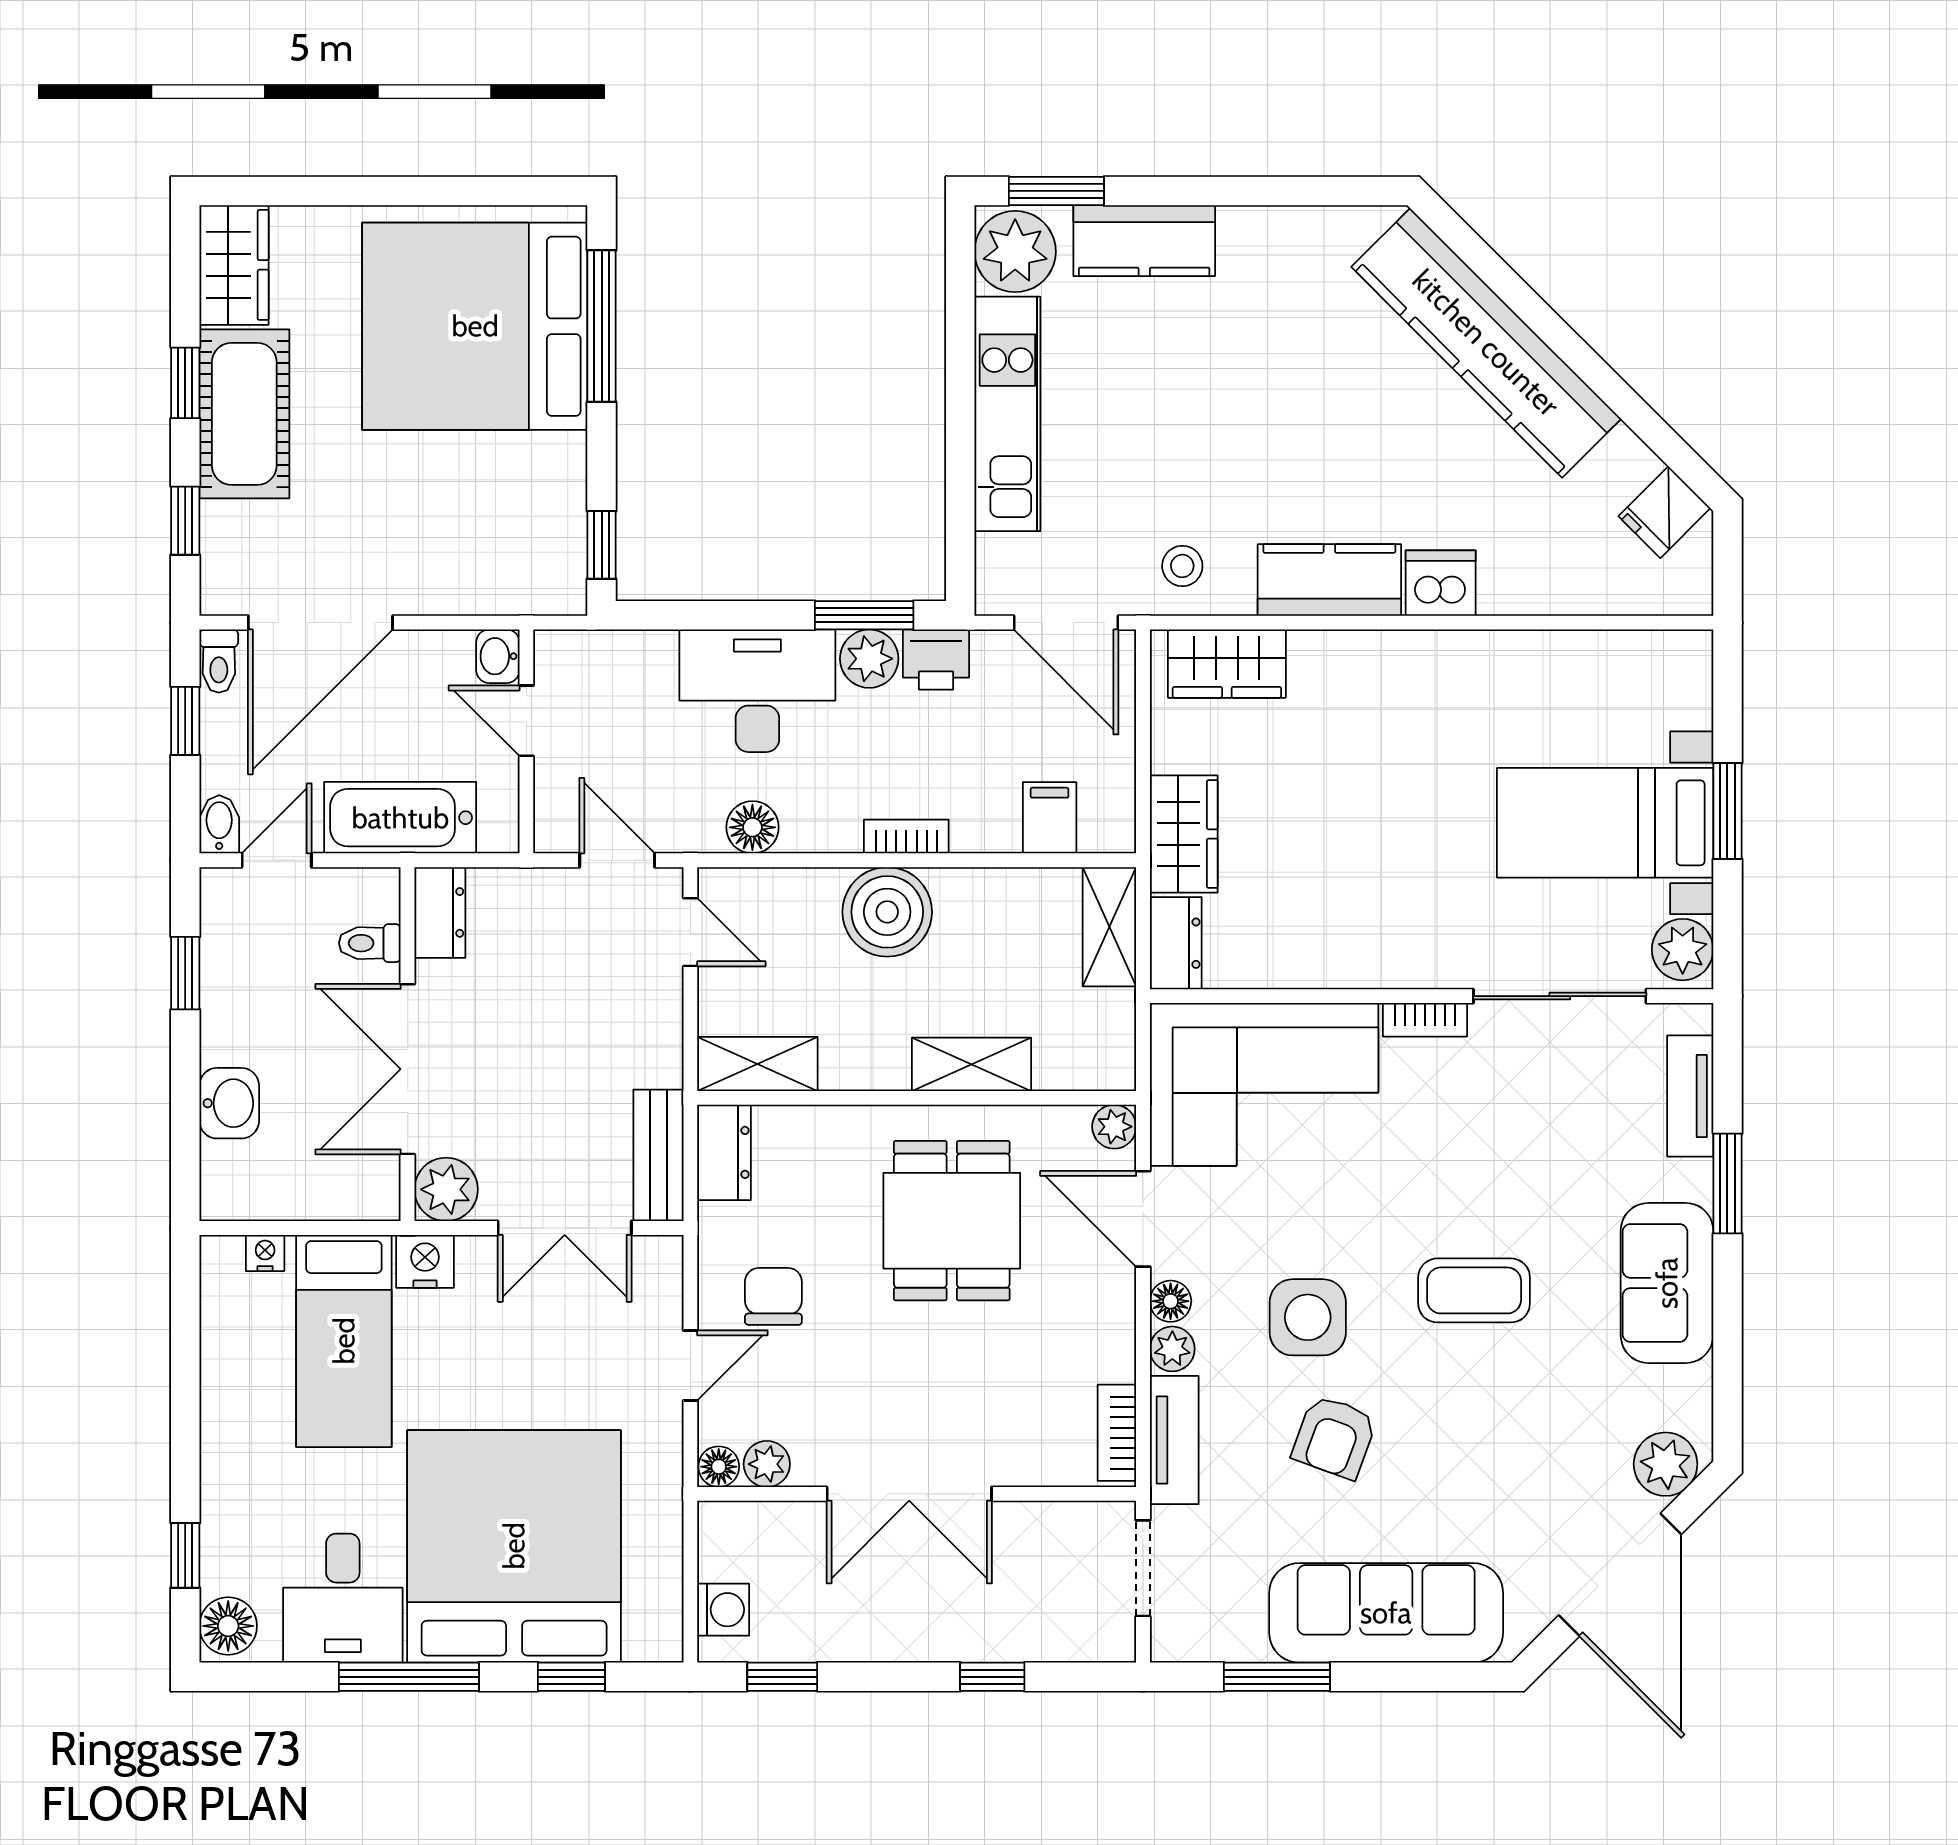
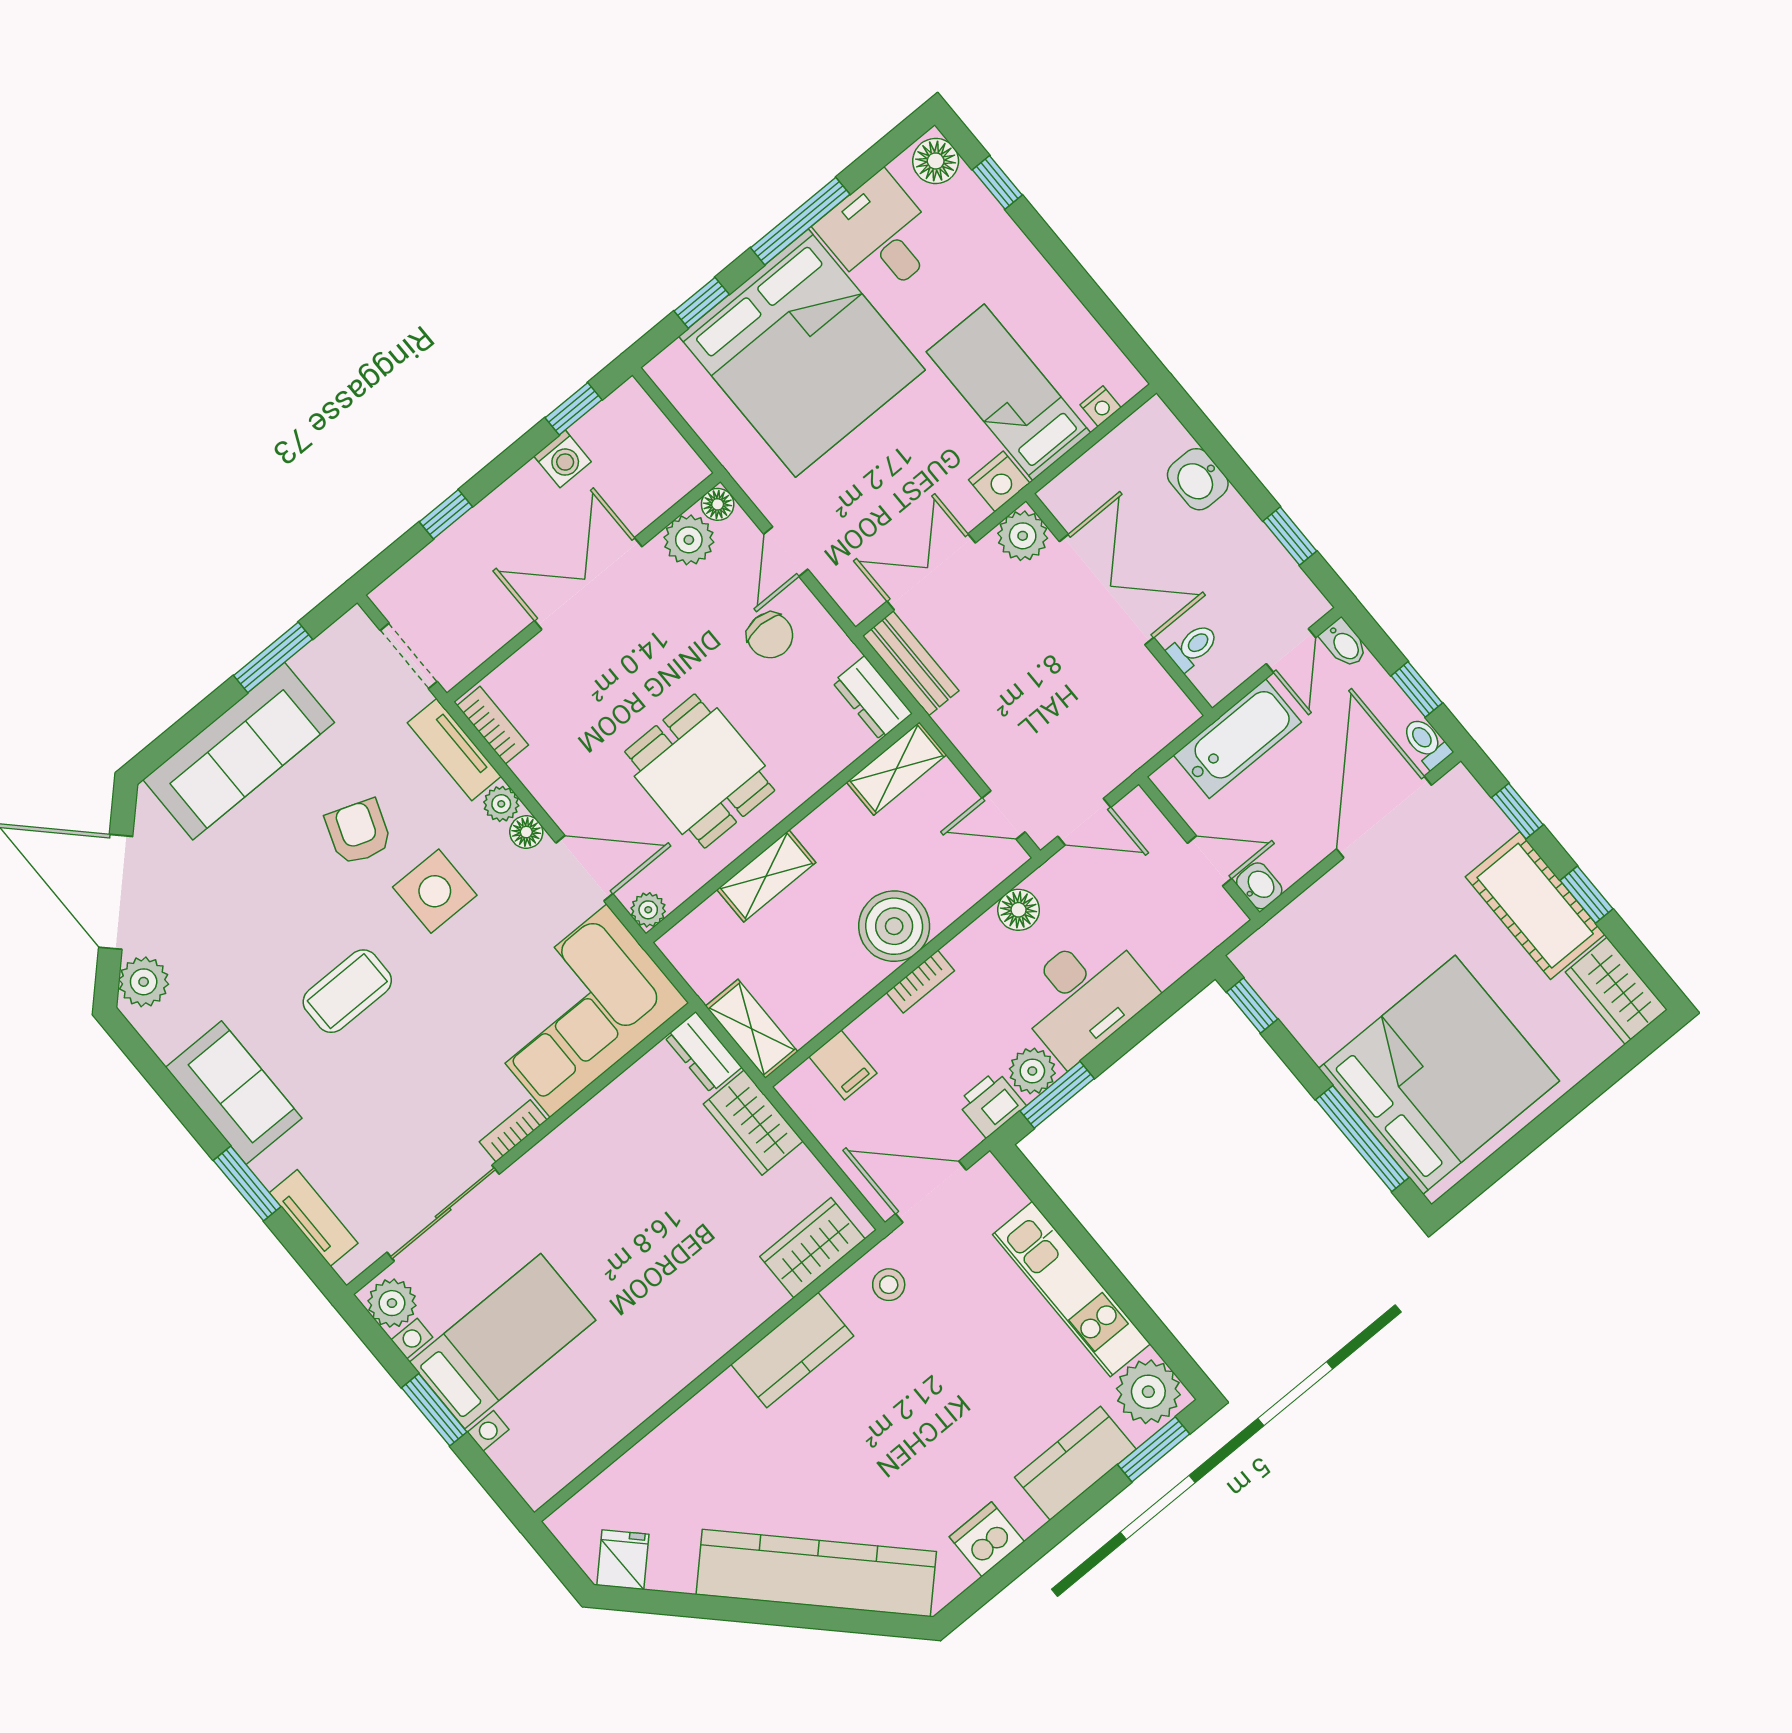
dishwasher: (1441, 583) -> (987, 1539), moved, turned 180
dresser: (440, 912) -> (1166, 701), removed
plant: (767, 1464) -> (689, 540), width x1.38, depth x1.38
washing machine: (723, 1610) -> (563, 459), moved, turned -90

